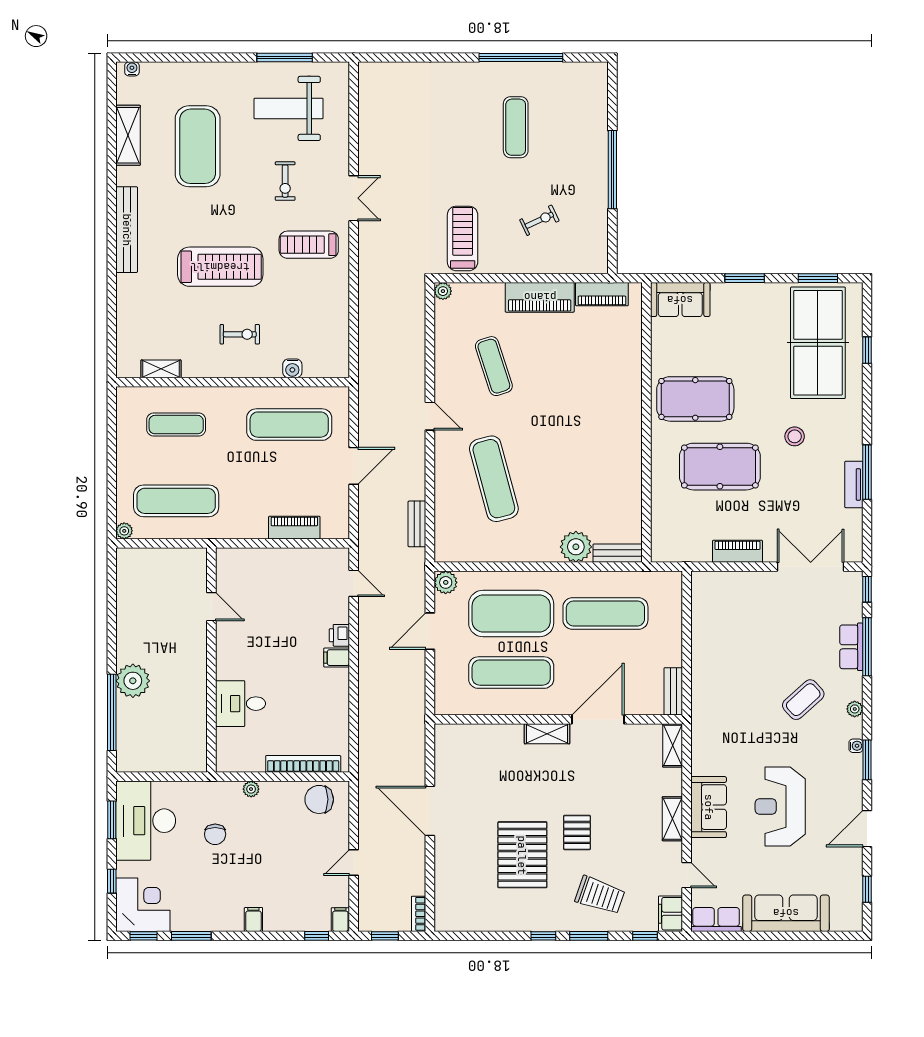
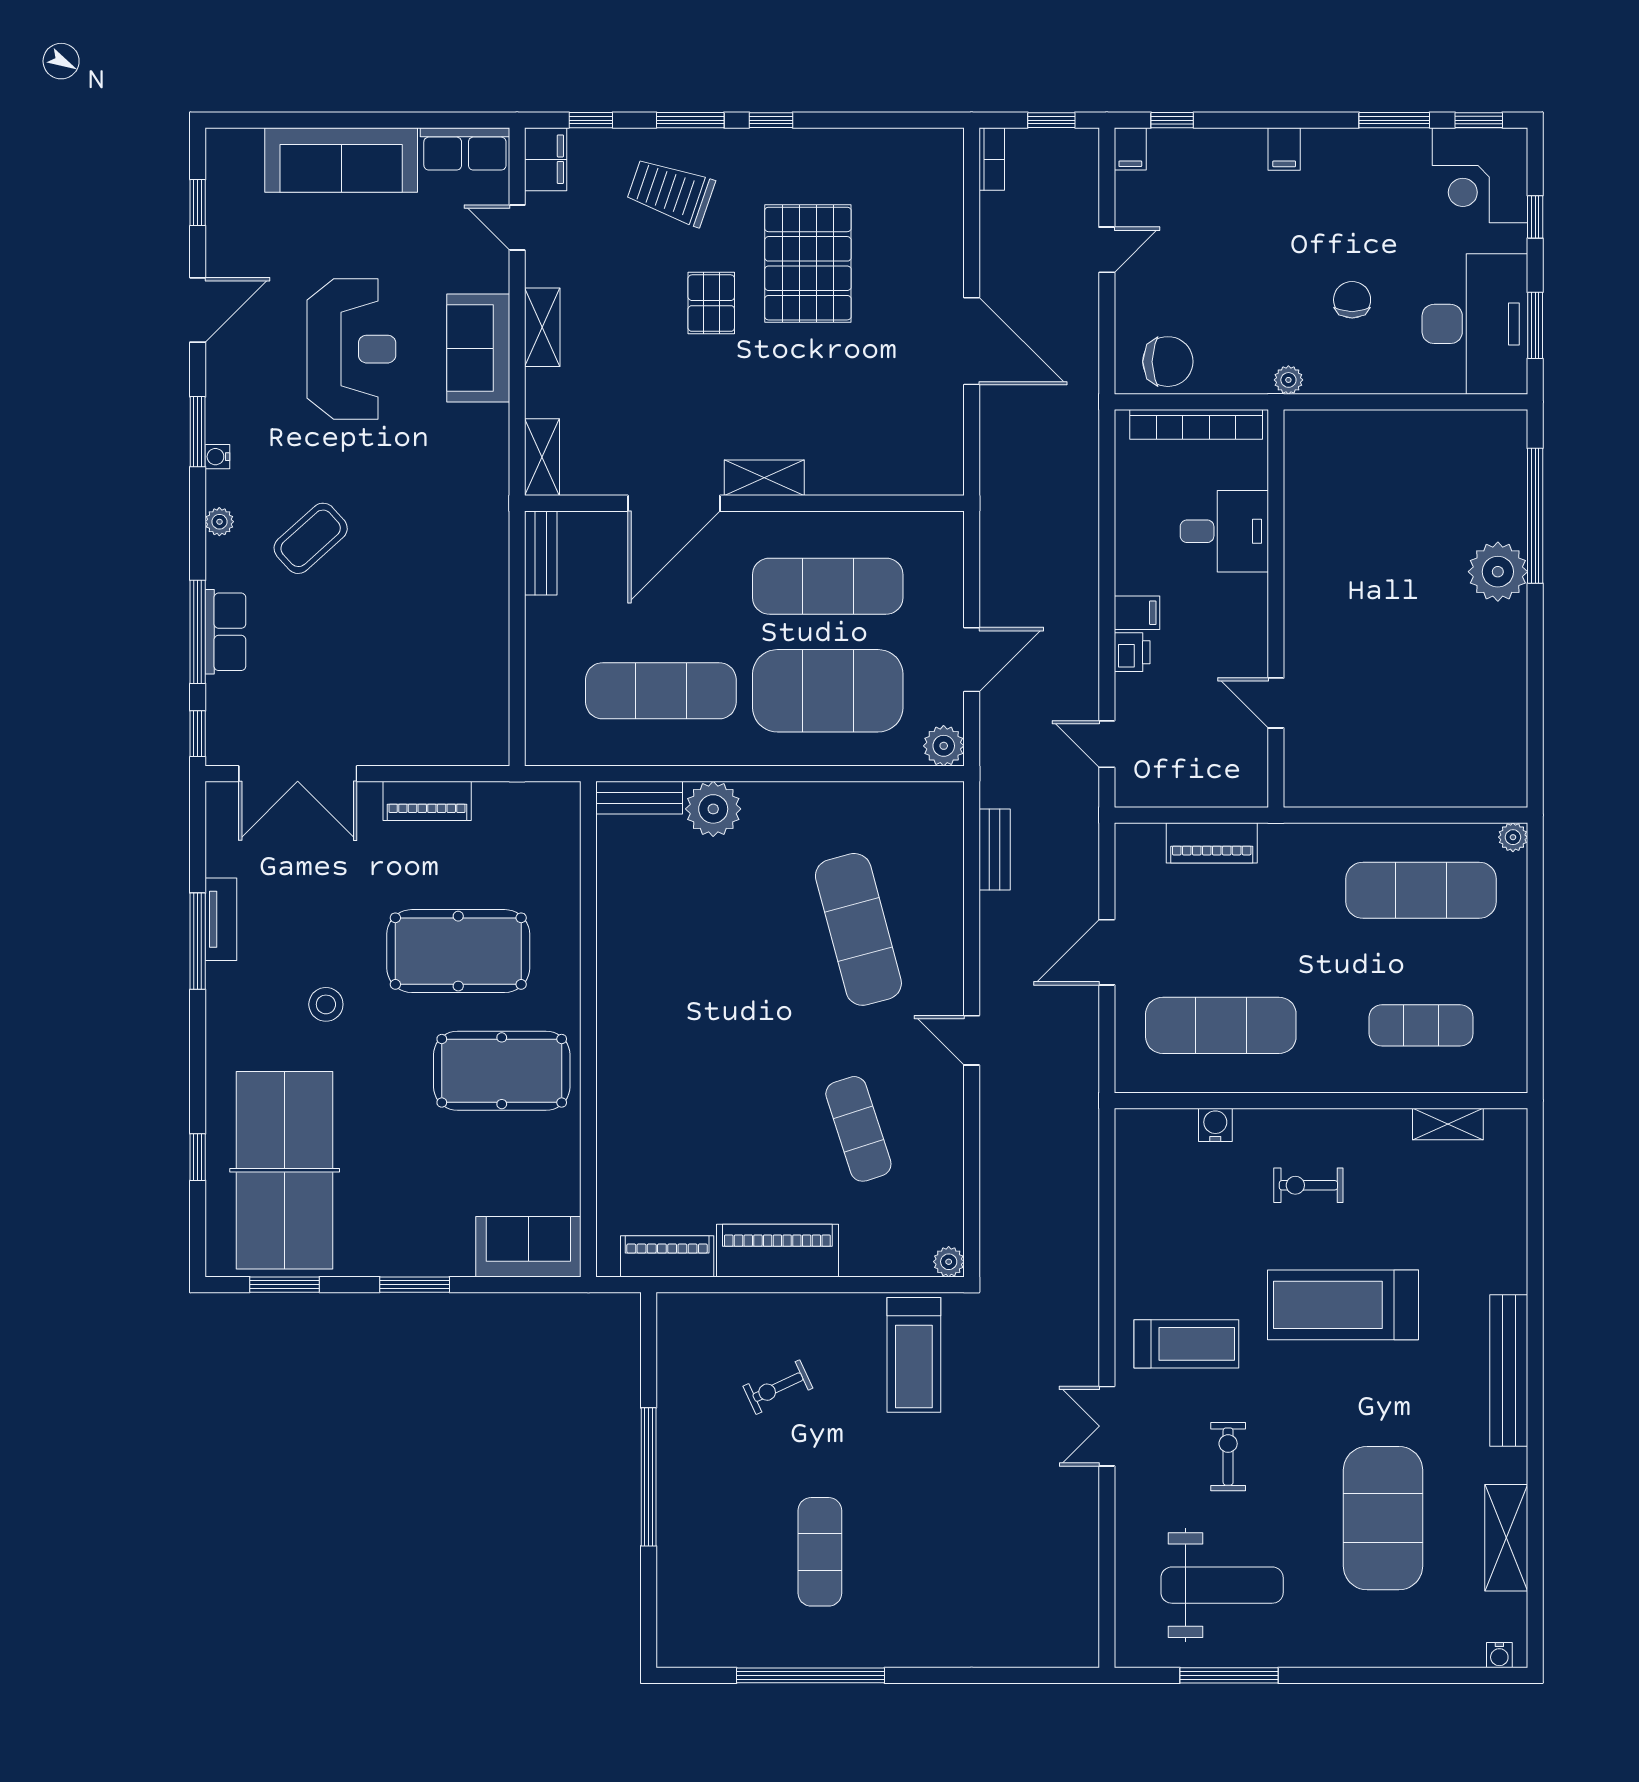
door: (211, 607) -> (1276, 703), moved
wall: (211, 660) -> (1276, 608), moved
desk: (241, 704) -> (1224, 531), moved

